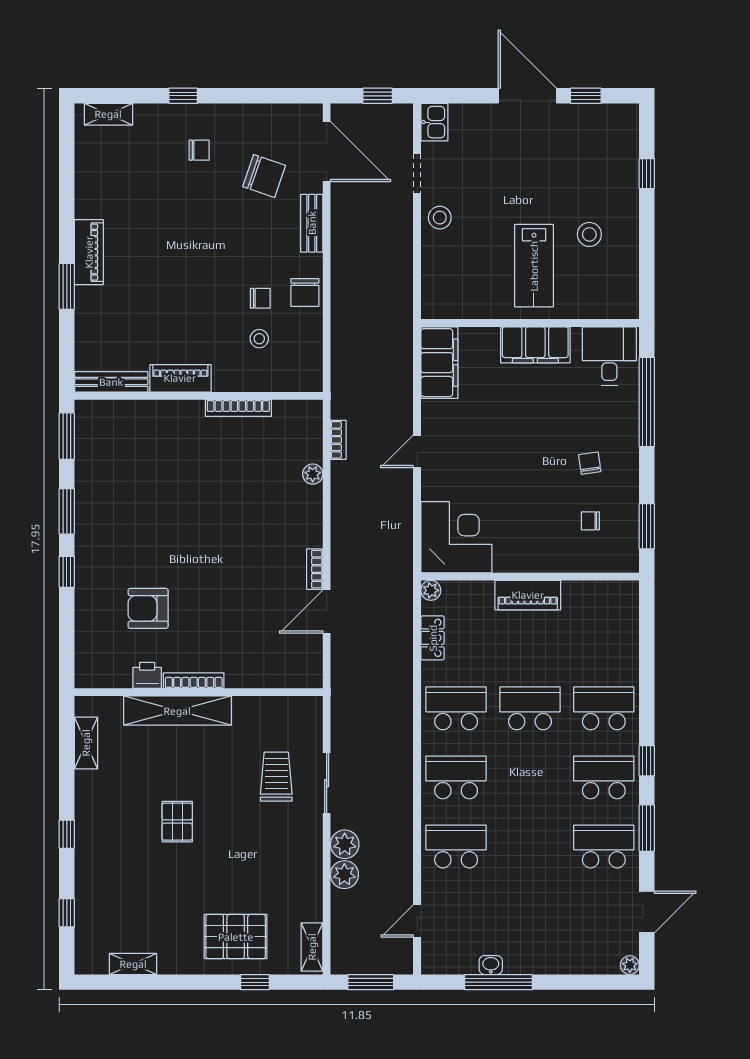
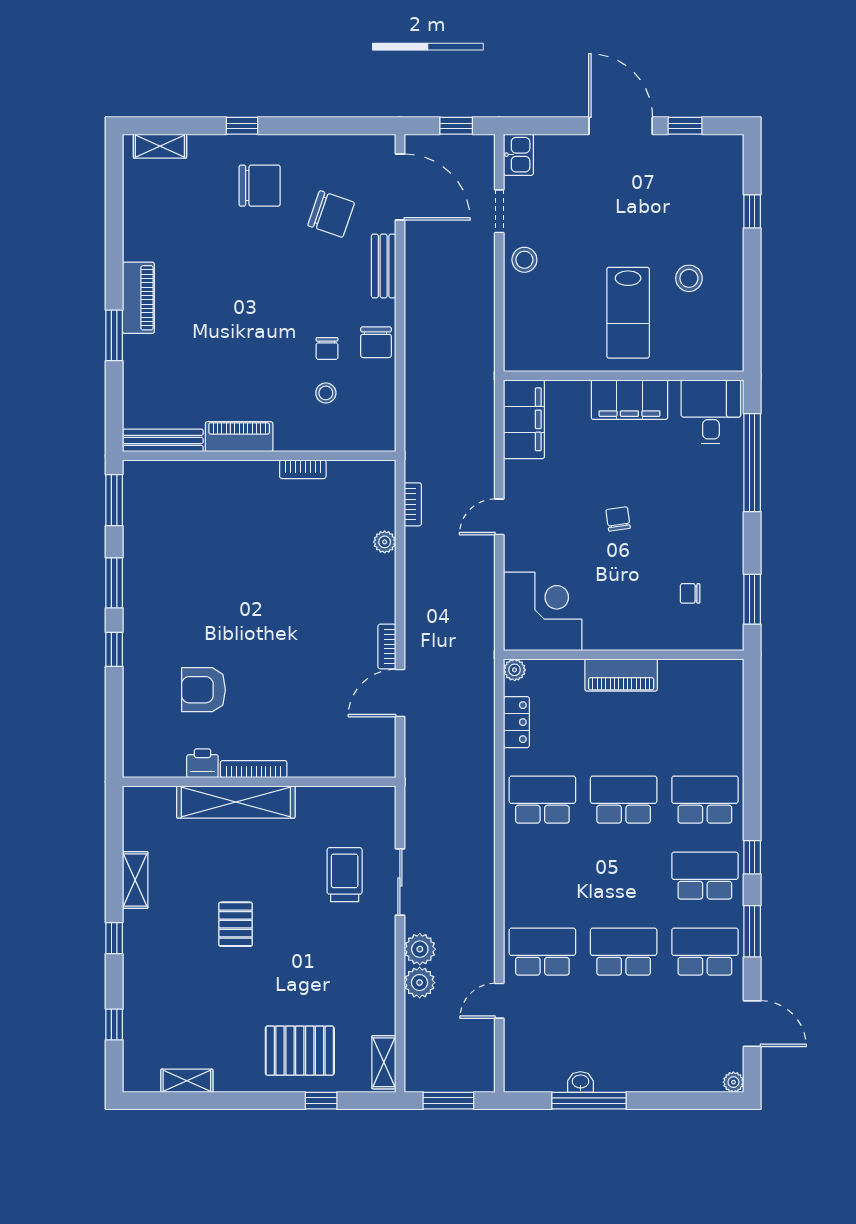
chair: (199, 150) -> (260, 186), width x1.87, depth x1.87
chair: (260, 298) -> (327, 348), turned 90
bookcase: (238, 408) -> (303, 469), width x0.64
chair: (590, 463) -> (618, 519), moved
shelving: (86, 743) -> (135, 880), moved
school desk: (456, 777) -> (624, 952), moved
door: (647, 912) -> (752, 1024), hinge flipped
door: (417, 921) -> (499, 1001), moved

